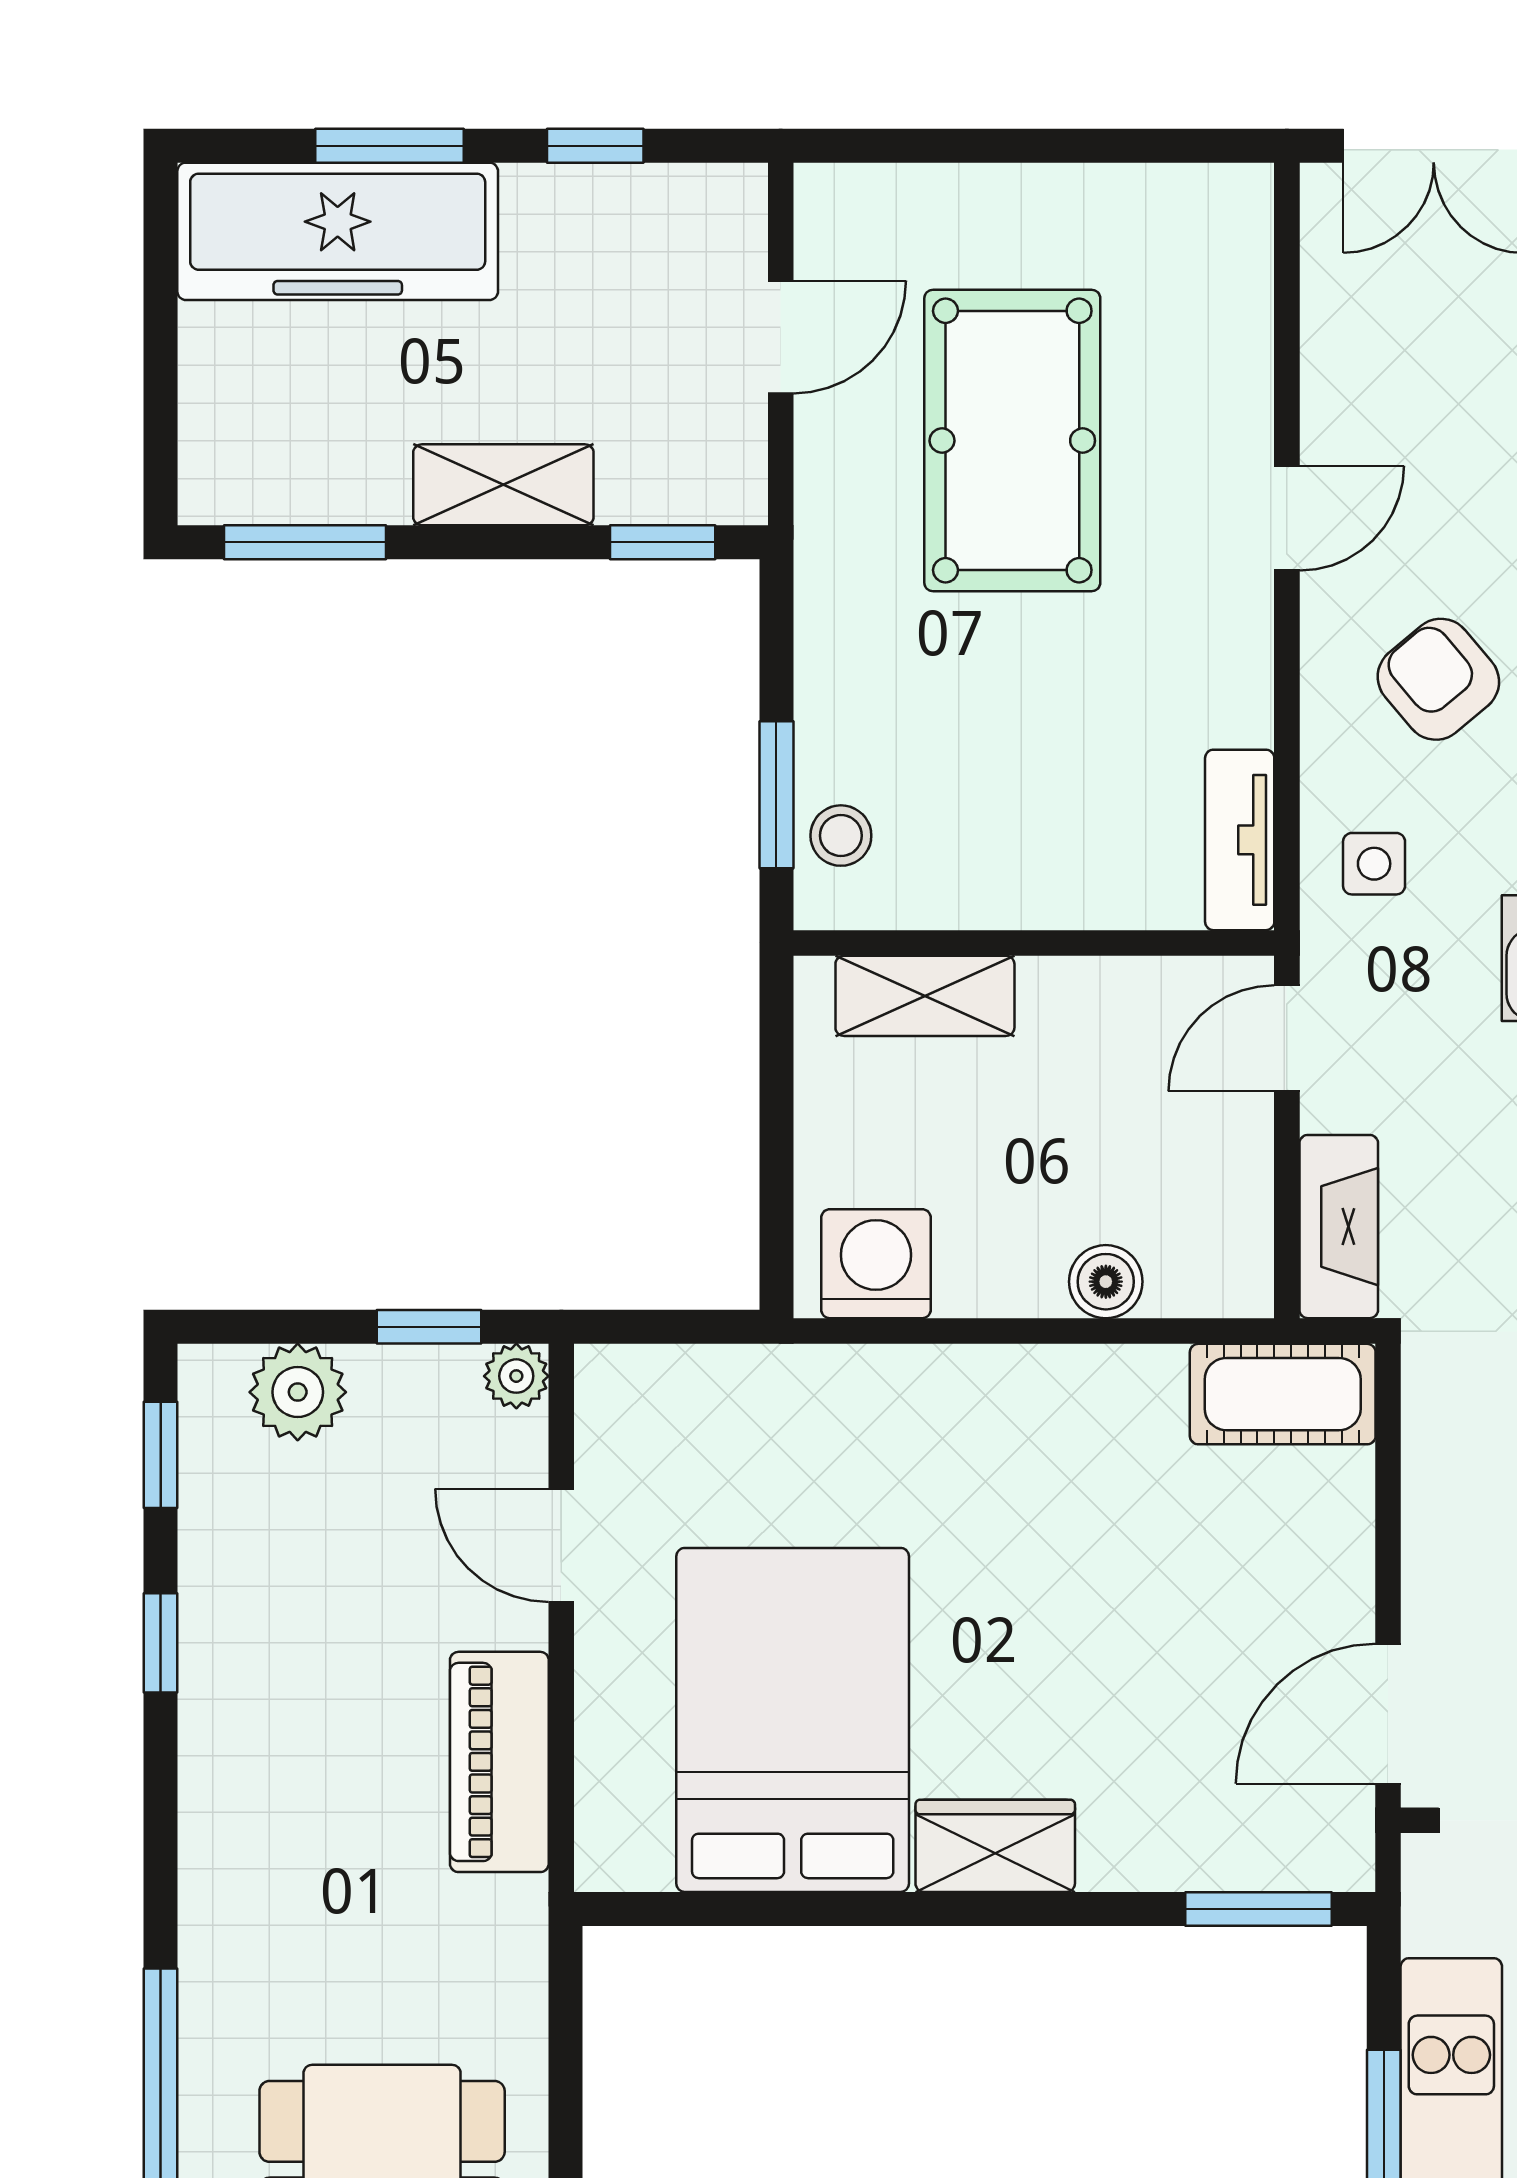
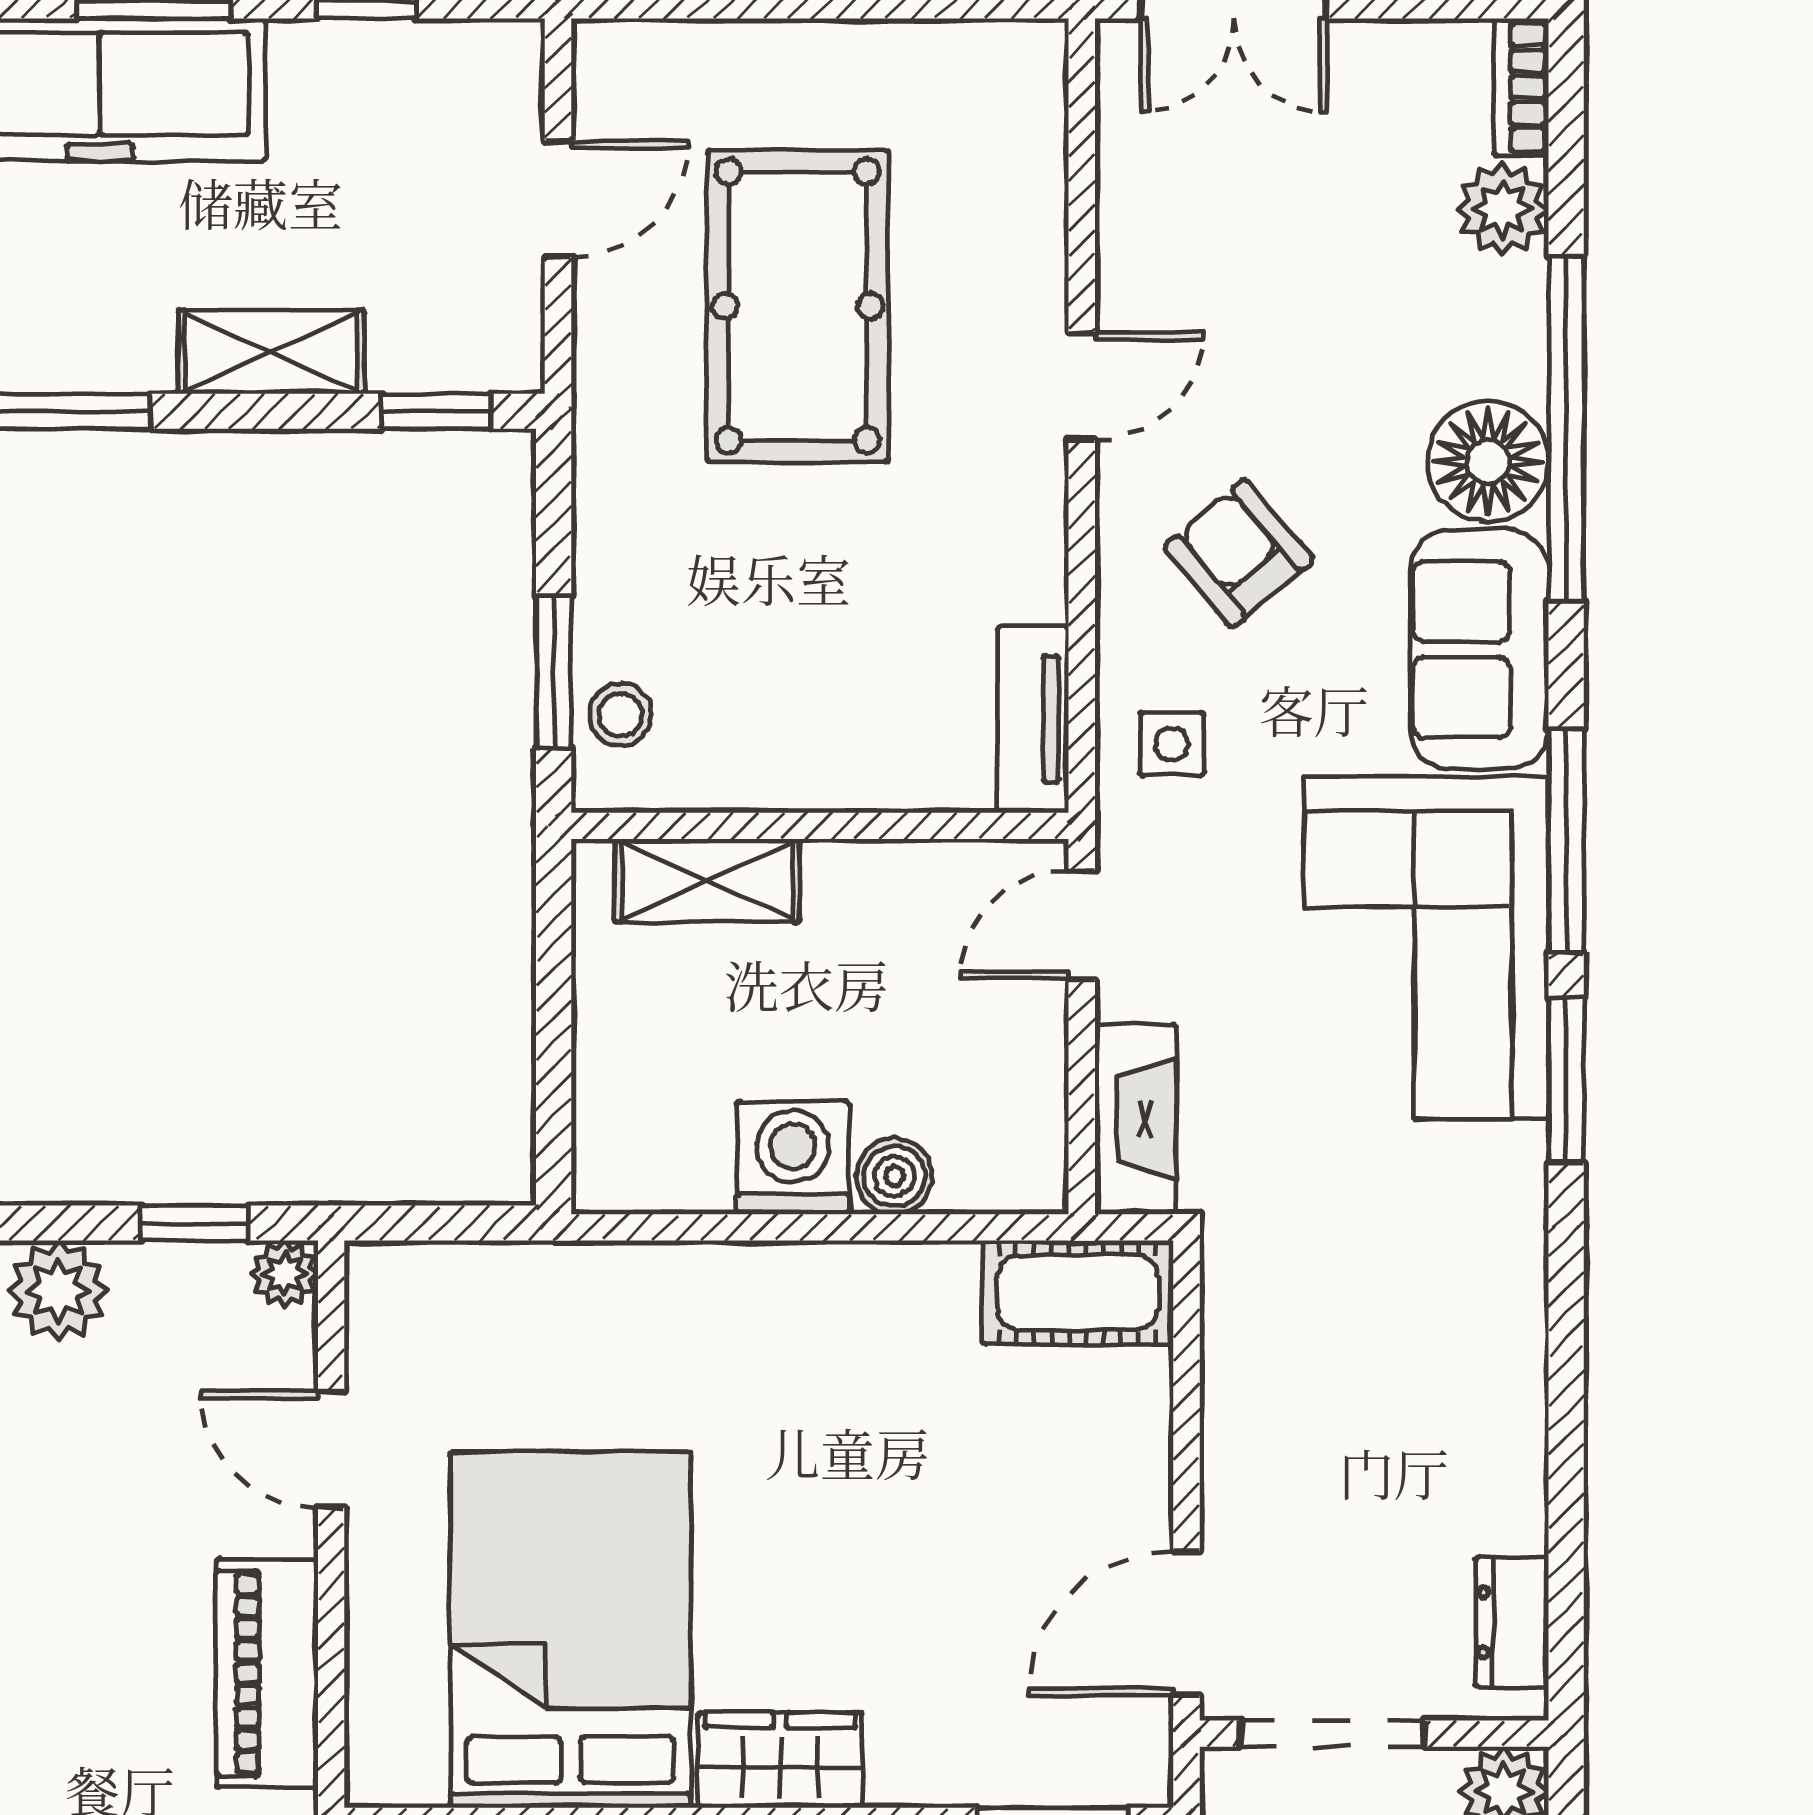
washing machine: (876, 1264) -> (793, 1158), moved

